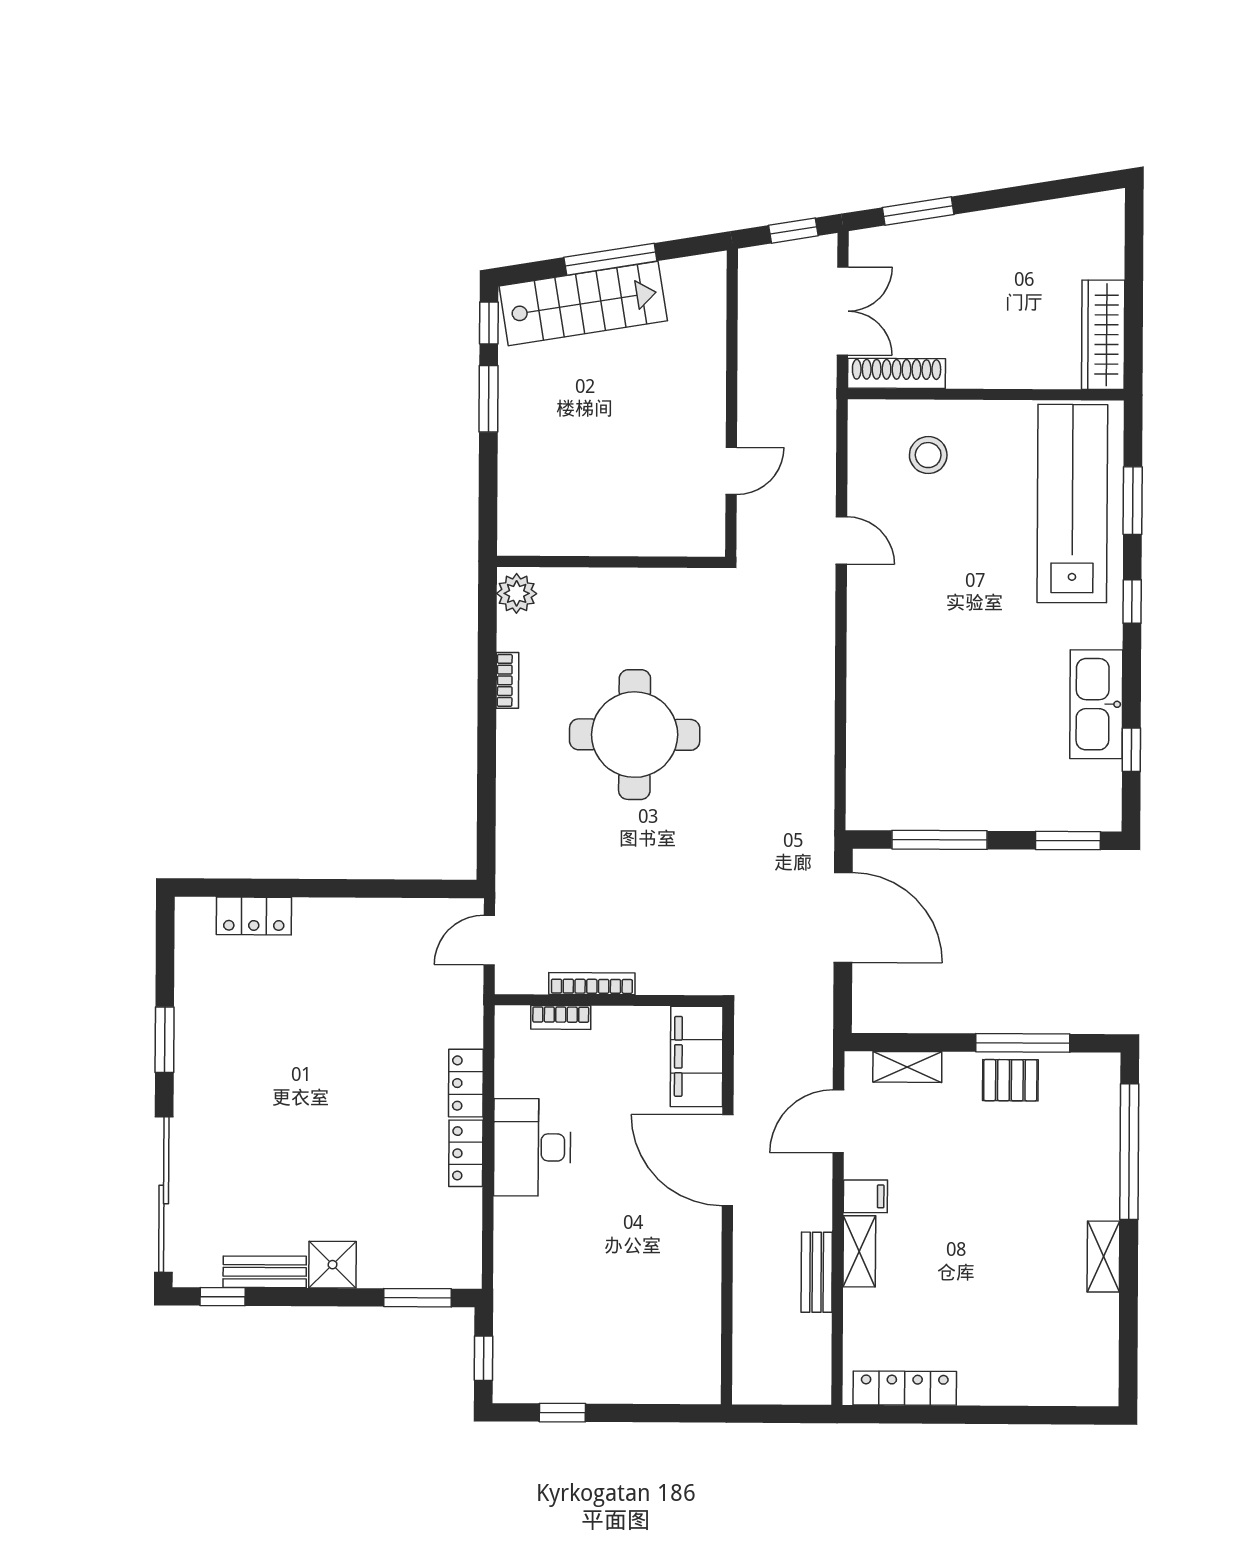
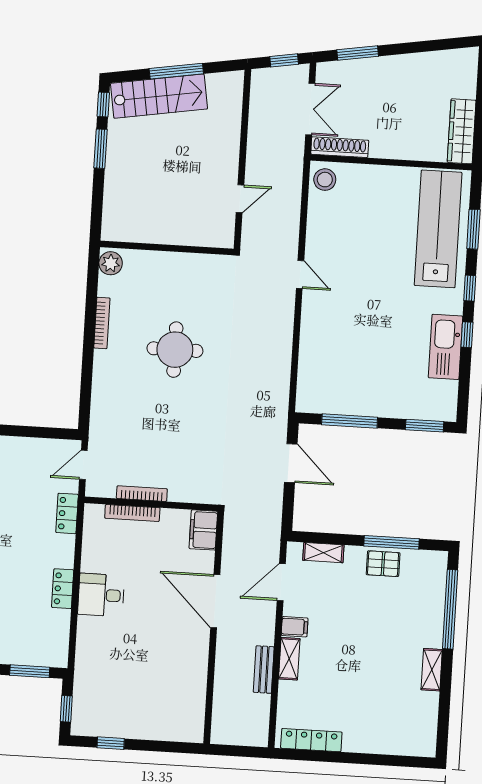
stool: (928, 455) -> (325, 180), moved
door: (841, 540) -> (300, 275), moved
bookcase: (507, 680) -> (102, 323), width x1.56
round table: (635, 735) -> (175, 350), width x0.73, depth x0.73
window: (1131, 750) -> (467, 335), moved
door: (843, 917) -> (291, 463), width x0.73
bookcase: (561, 1017) -> (132, 513), width x1.56
filing cabinet: (697, 1056) -> (203, 530), width x0.67, depth x0.86
locker: (466, 1083) -> (67, 513), moved
desk: (532, 1147) -> (101, 595), width x0.73

